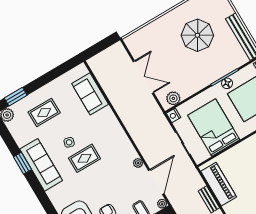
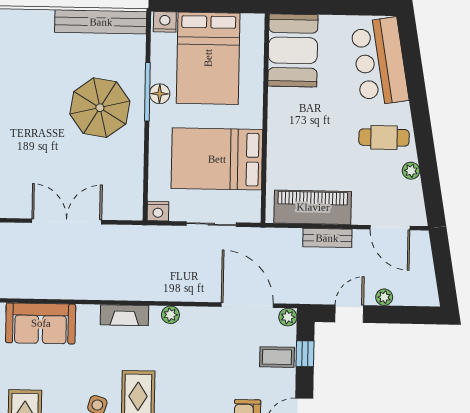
parasol: (197, 35) -> (100, 108), moved
plant: (173, 98) -> (130, 195), removed
fireplace: (117, 129) -> (124, 315), added
plant: (138, 163) -> (170, 315), moved

